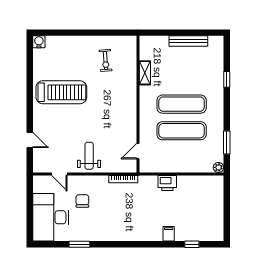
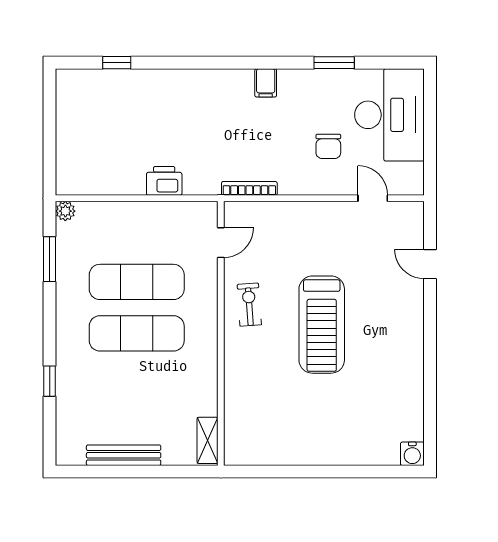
exercise bike: (106, 60) -> (249, 305), moved
shelving: (145, 73) -> (208, 440), moved
treadmill: (61, 92) -> (322, 325), moved, turned -90
weight bench: (89, 156) -> (315, 234), removed
filing cabinet: (169, 234) -> (266, 83), moved

